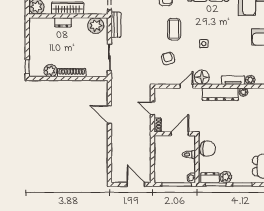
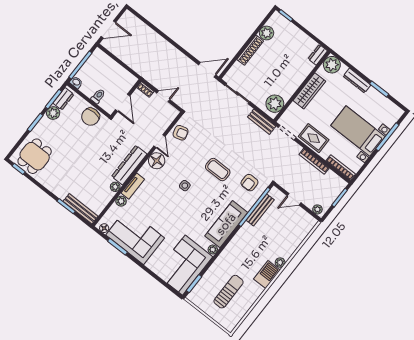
dresser: (63, 22) -> (318, 55), moved
armchair: (168, 58) -> (181, 133), moved
door: (109, 114) -> (207, 70), moved

